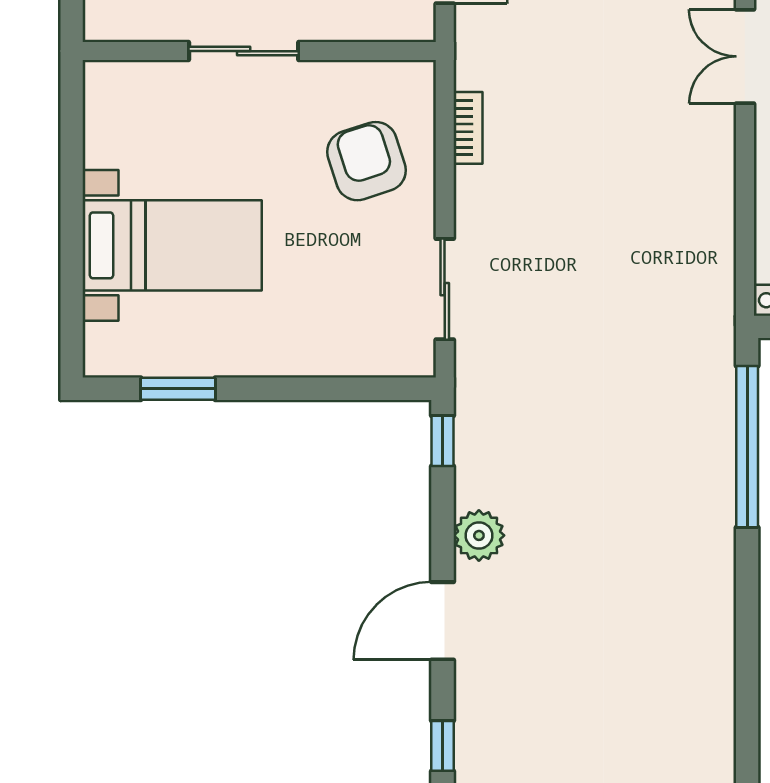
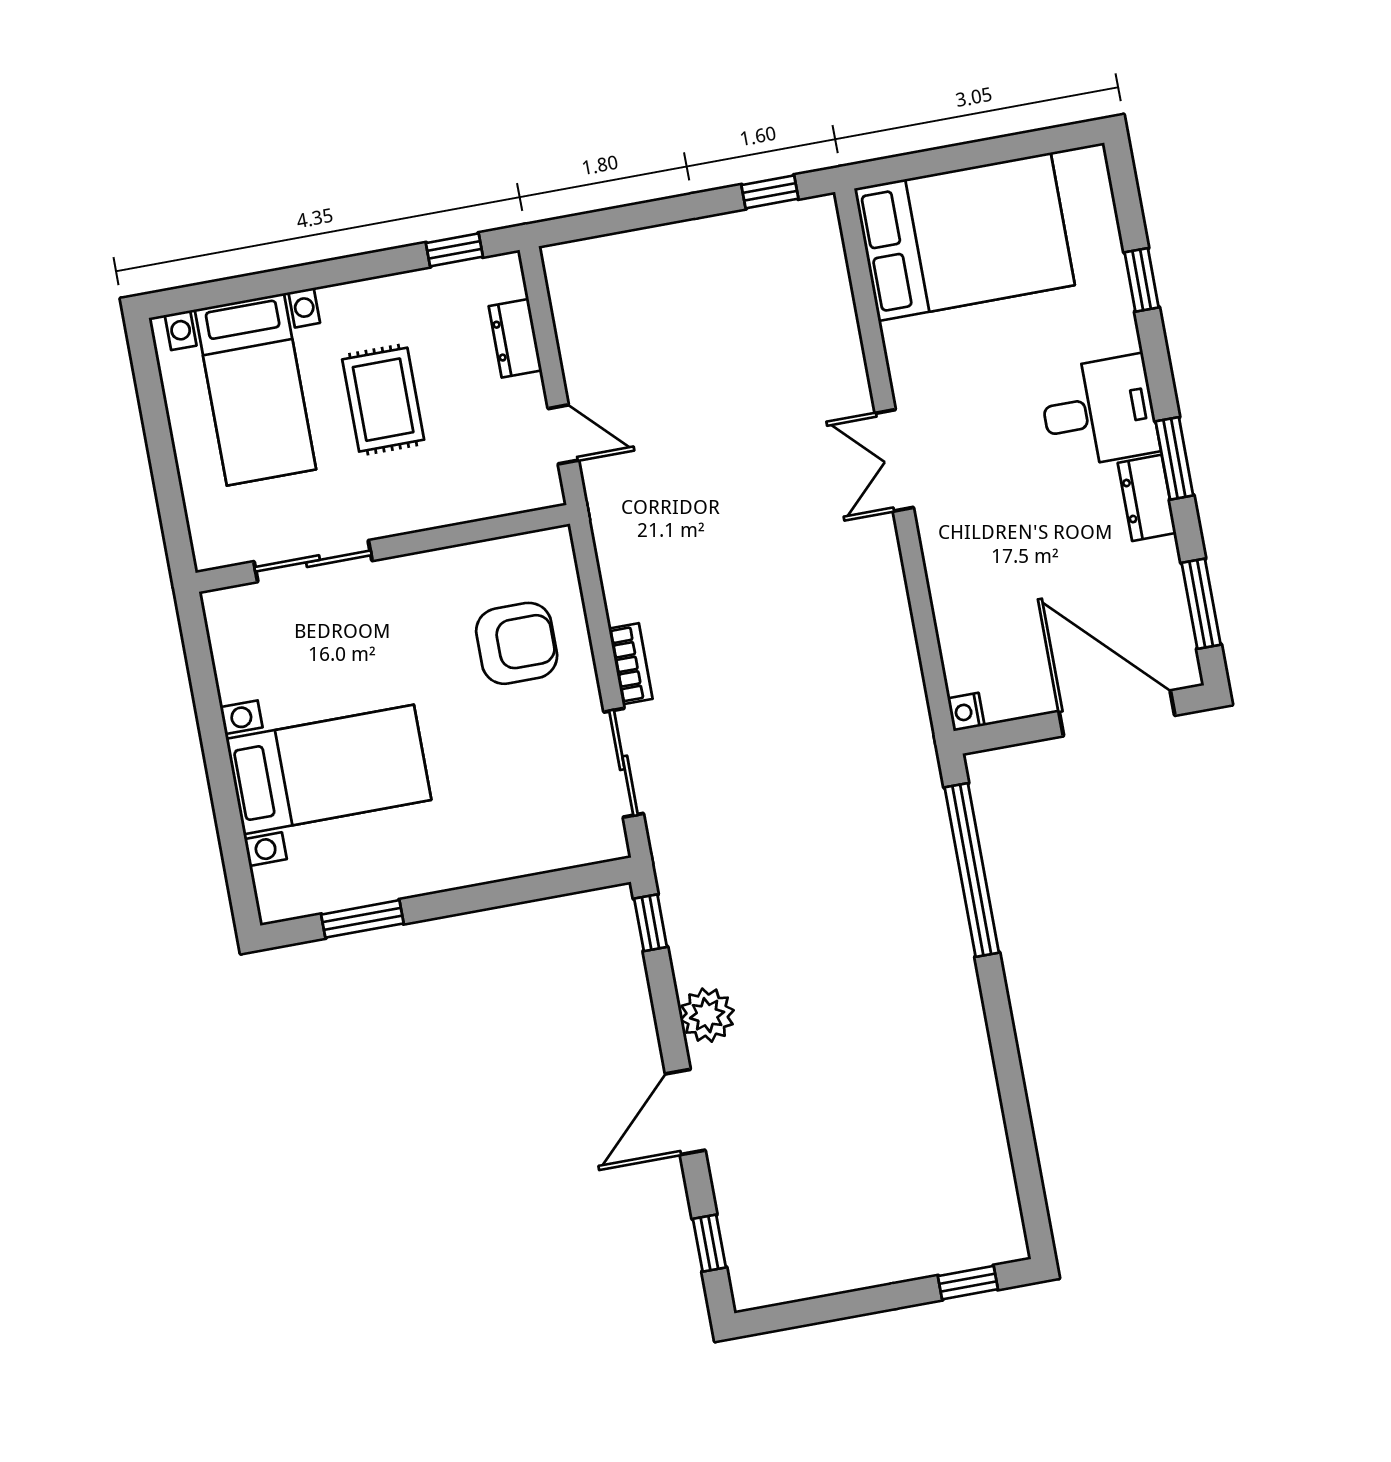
sliding door: (244, 51) -> (313, 561), moved
bookcase: (468, 128) -> (631, 664), moved
armchair: (366, 161) -> (517, 643), turned 108

